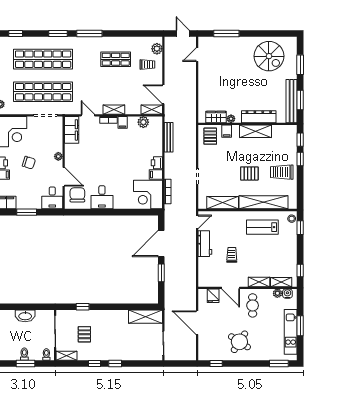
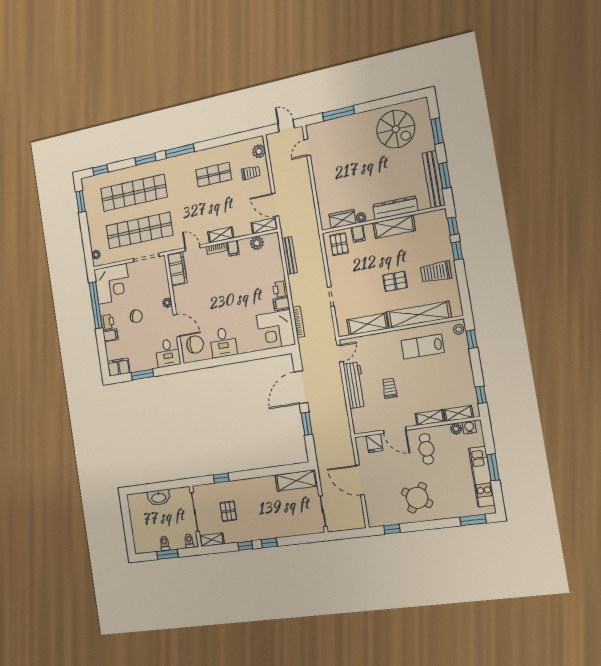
chair: (77, 195) -> (195, 344), turned 90
workbench: (205, 244) -> (355, 385), width x1.37

